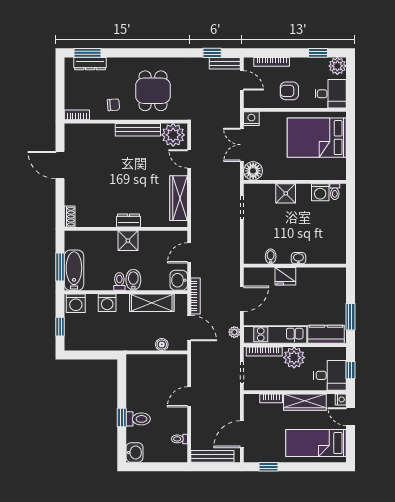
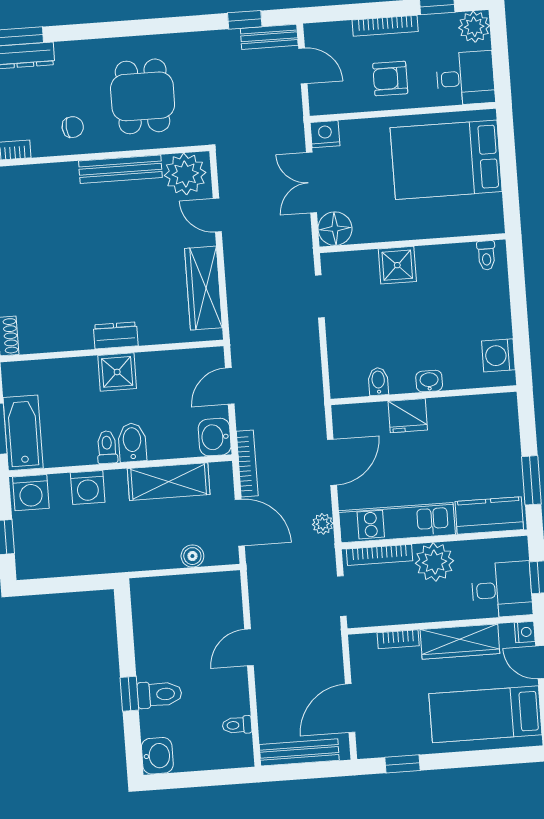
bookcase: (272, 62) -> (385, 26), moved
washing machine: (320, 192) -> (498, 355), moved, turned 90

